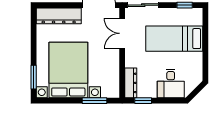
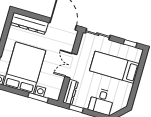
double door: (122, 33) -> (71, 65), moved

